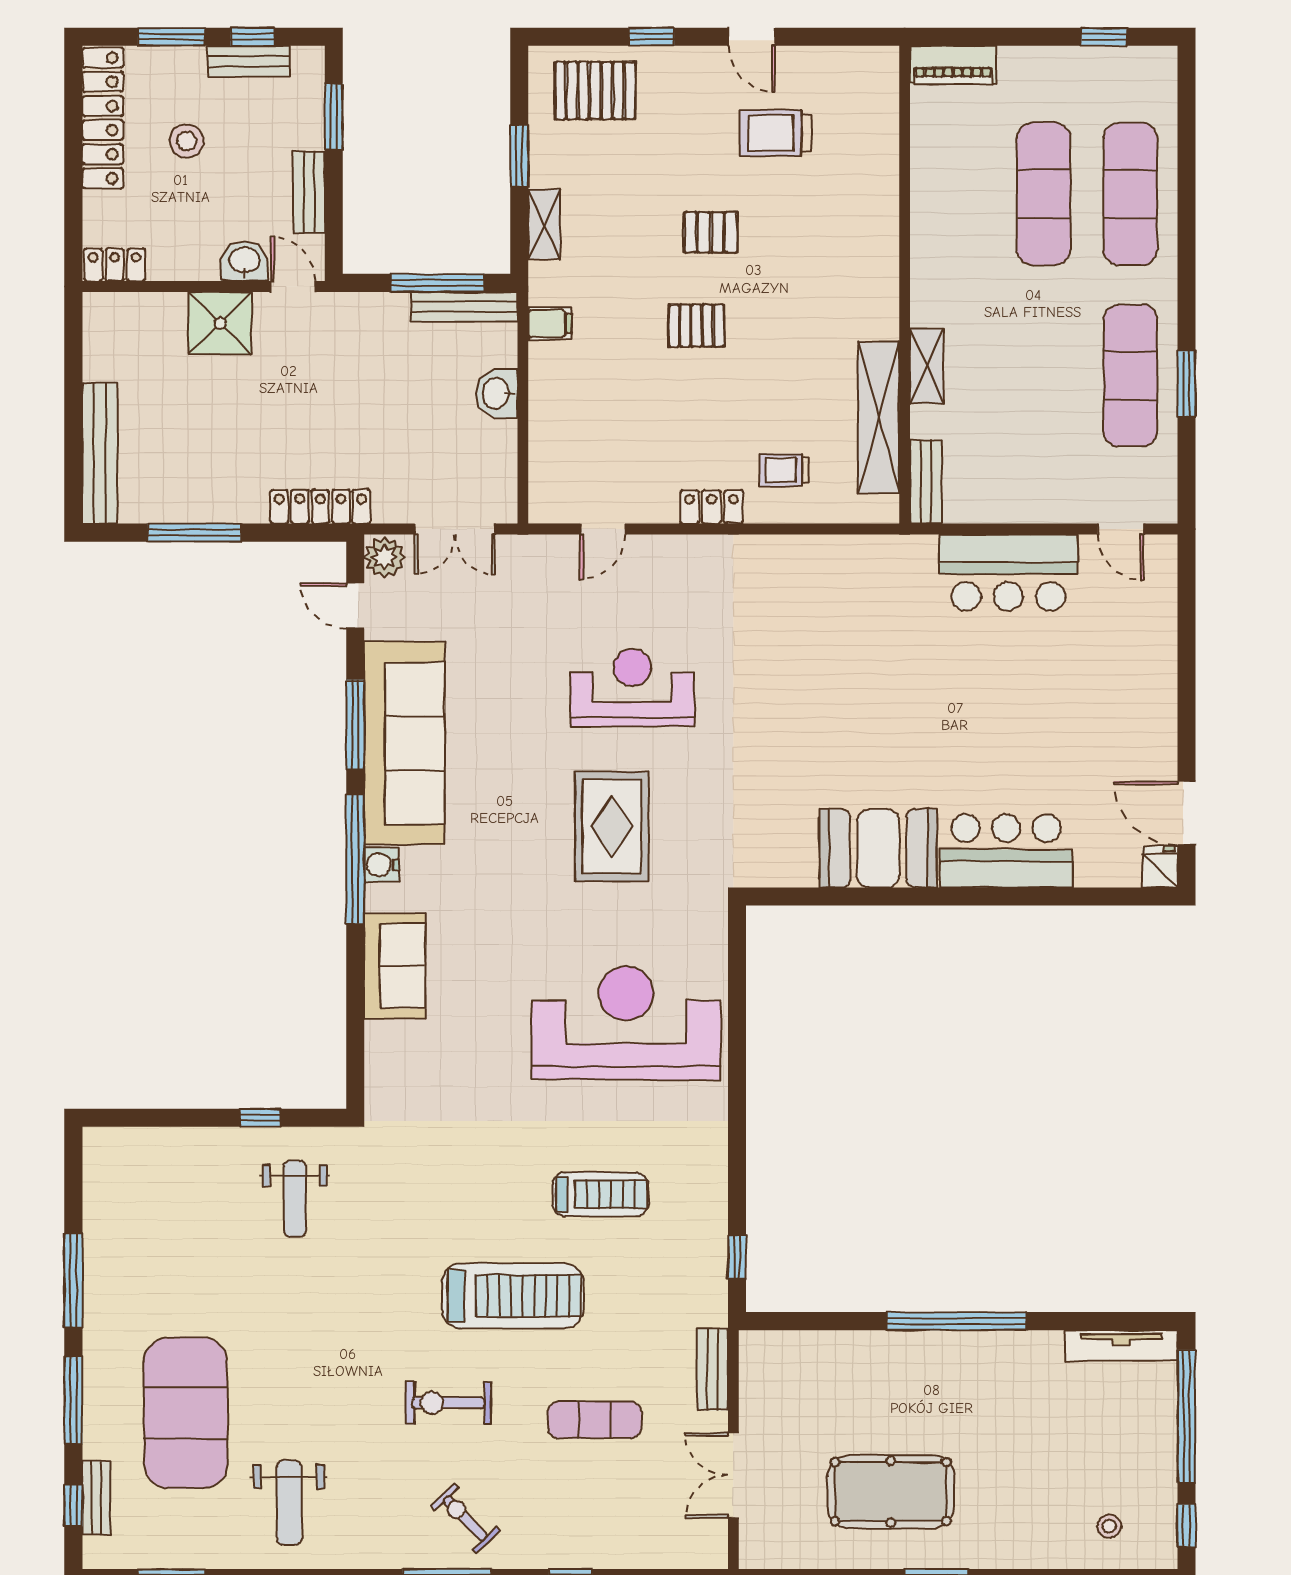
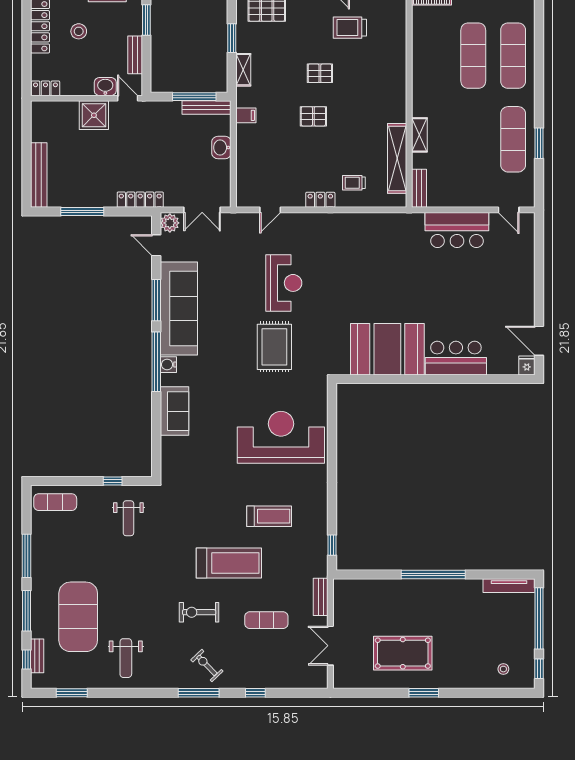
reception desk: (632, 688) -> (284, 283), turned 90
booth: (878, 848) -> (387, 349), width x1.36, depth x1.42
exercise mat: (136, 1164) -> (55, 502), added

